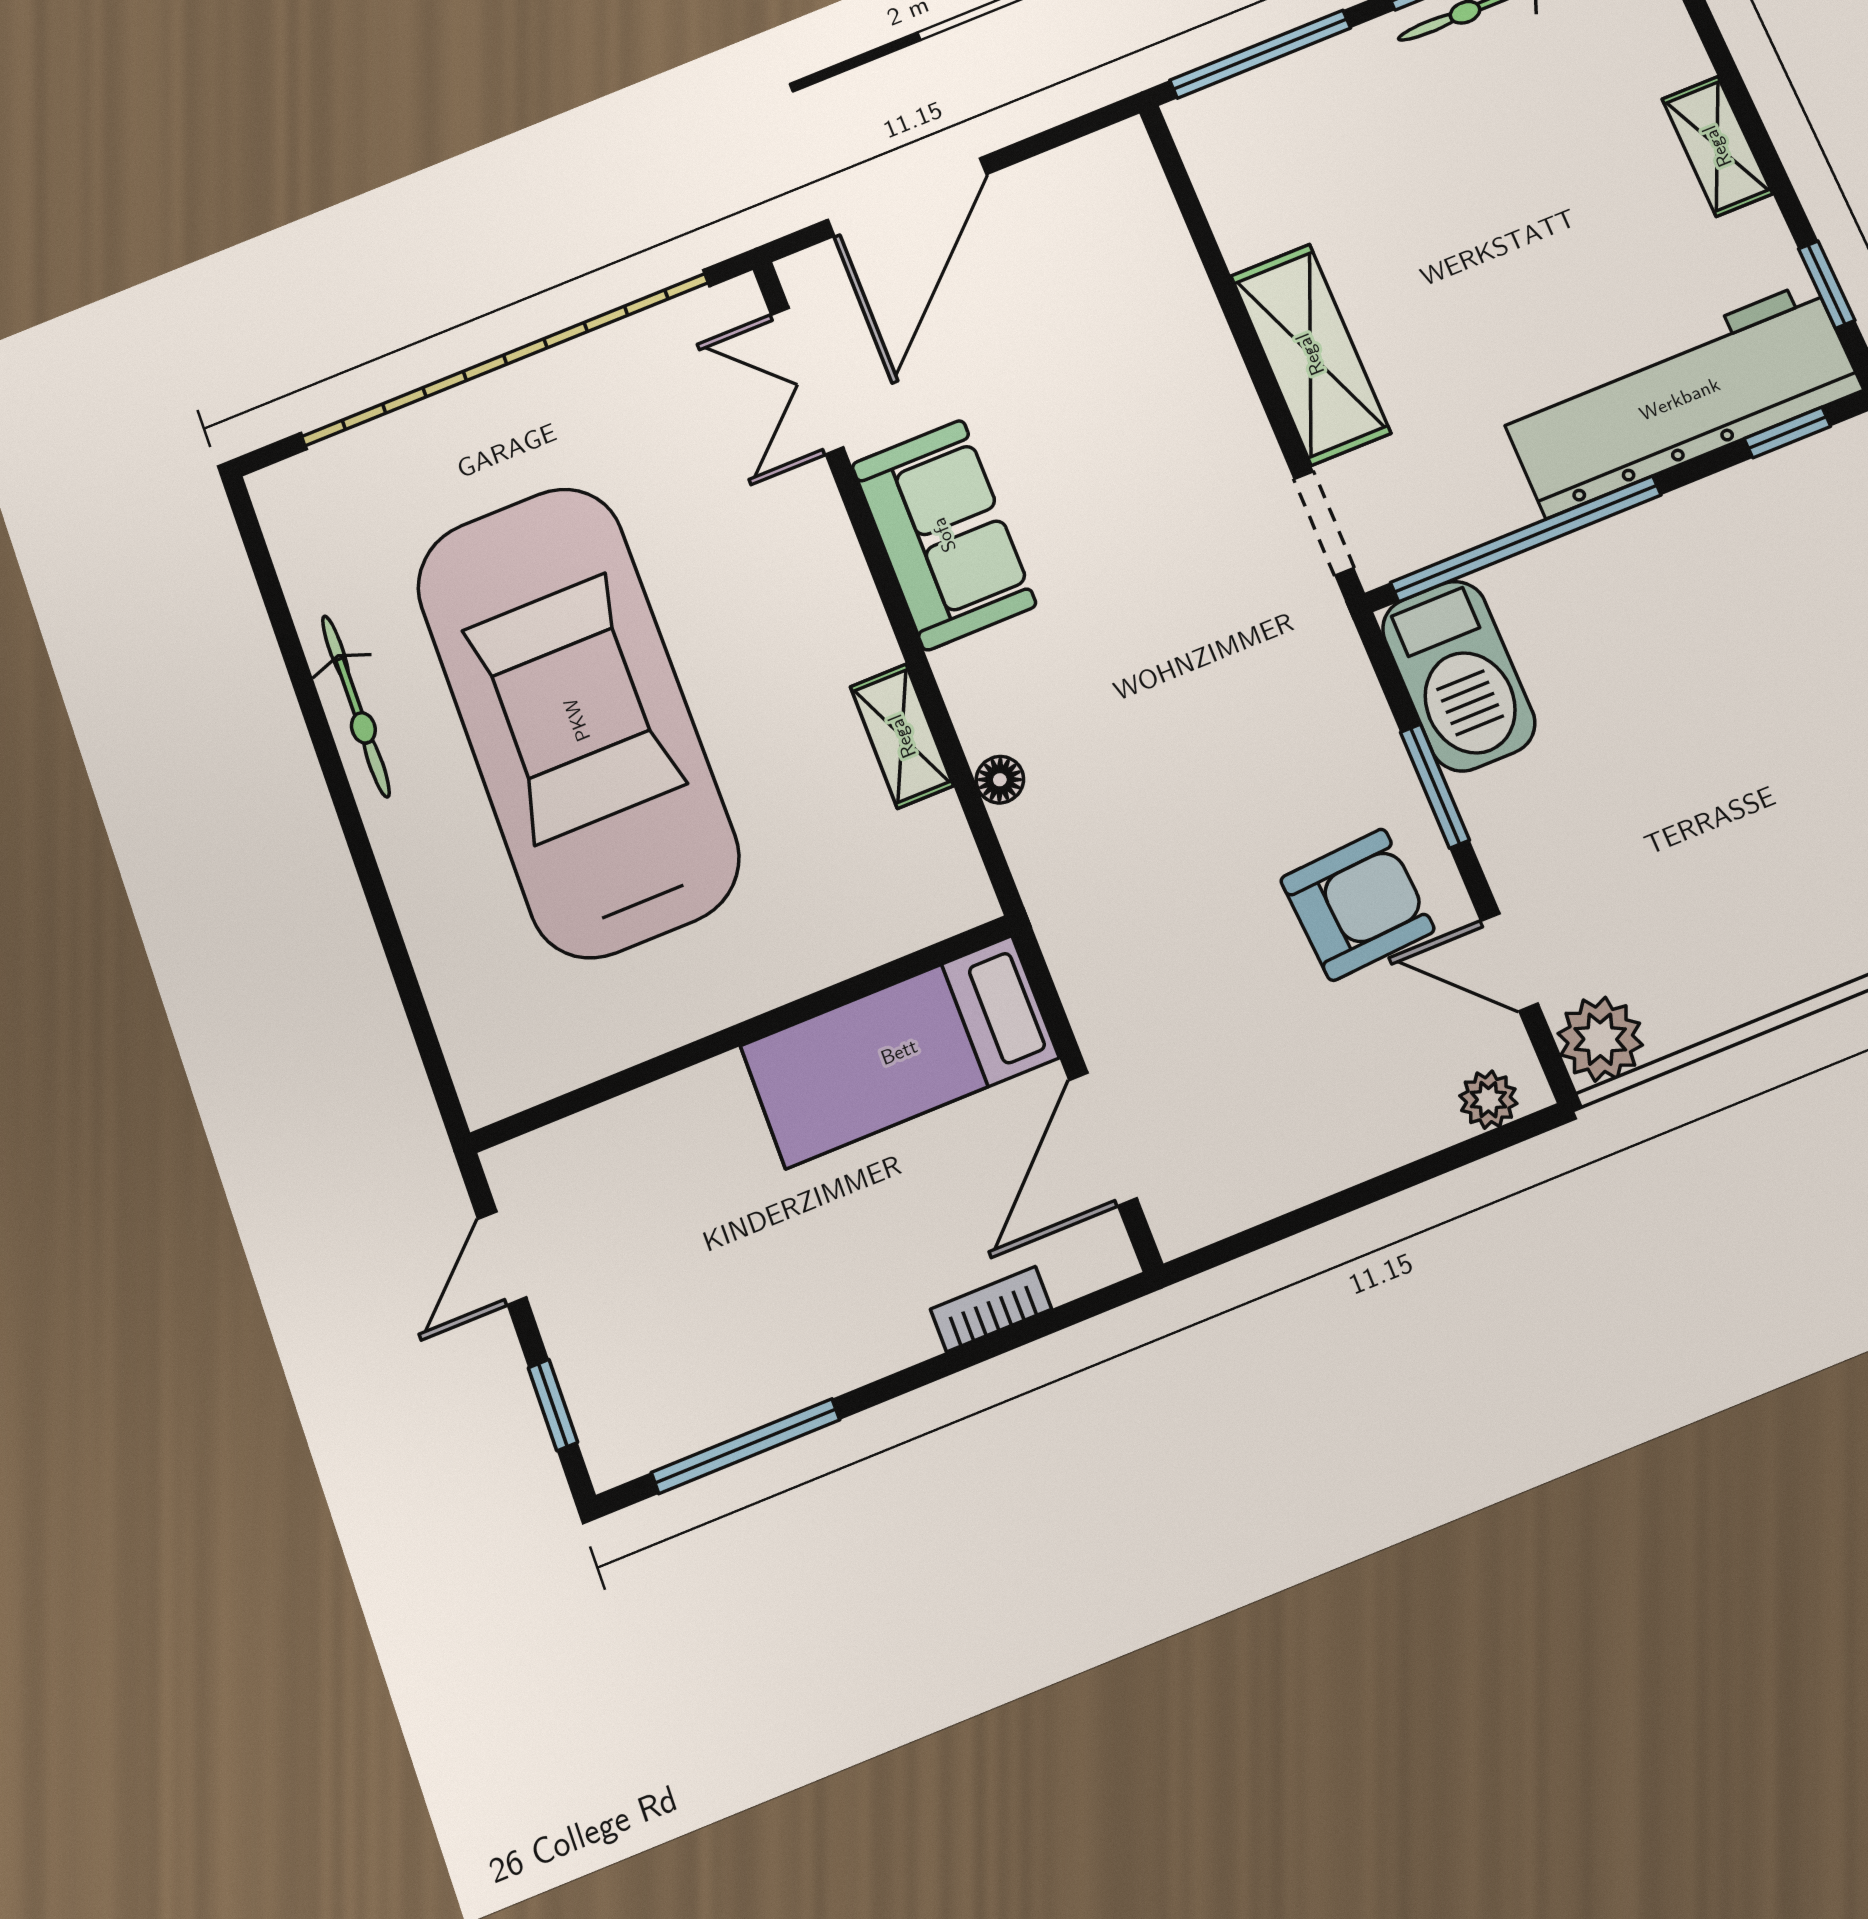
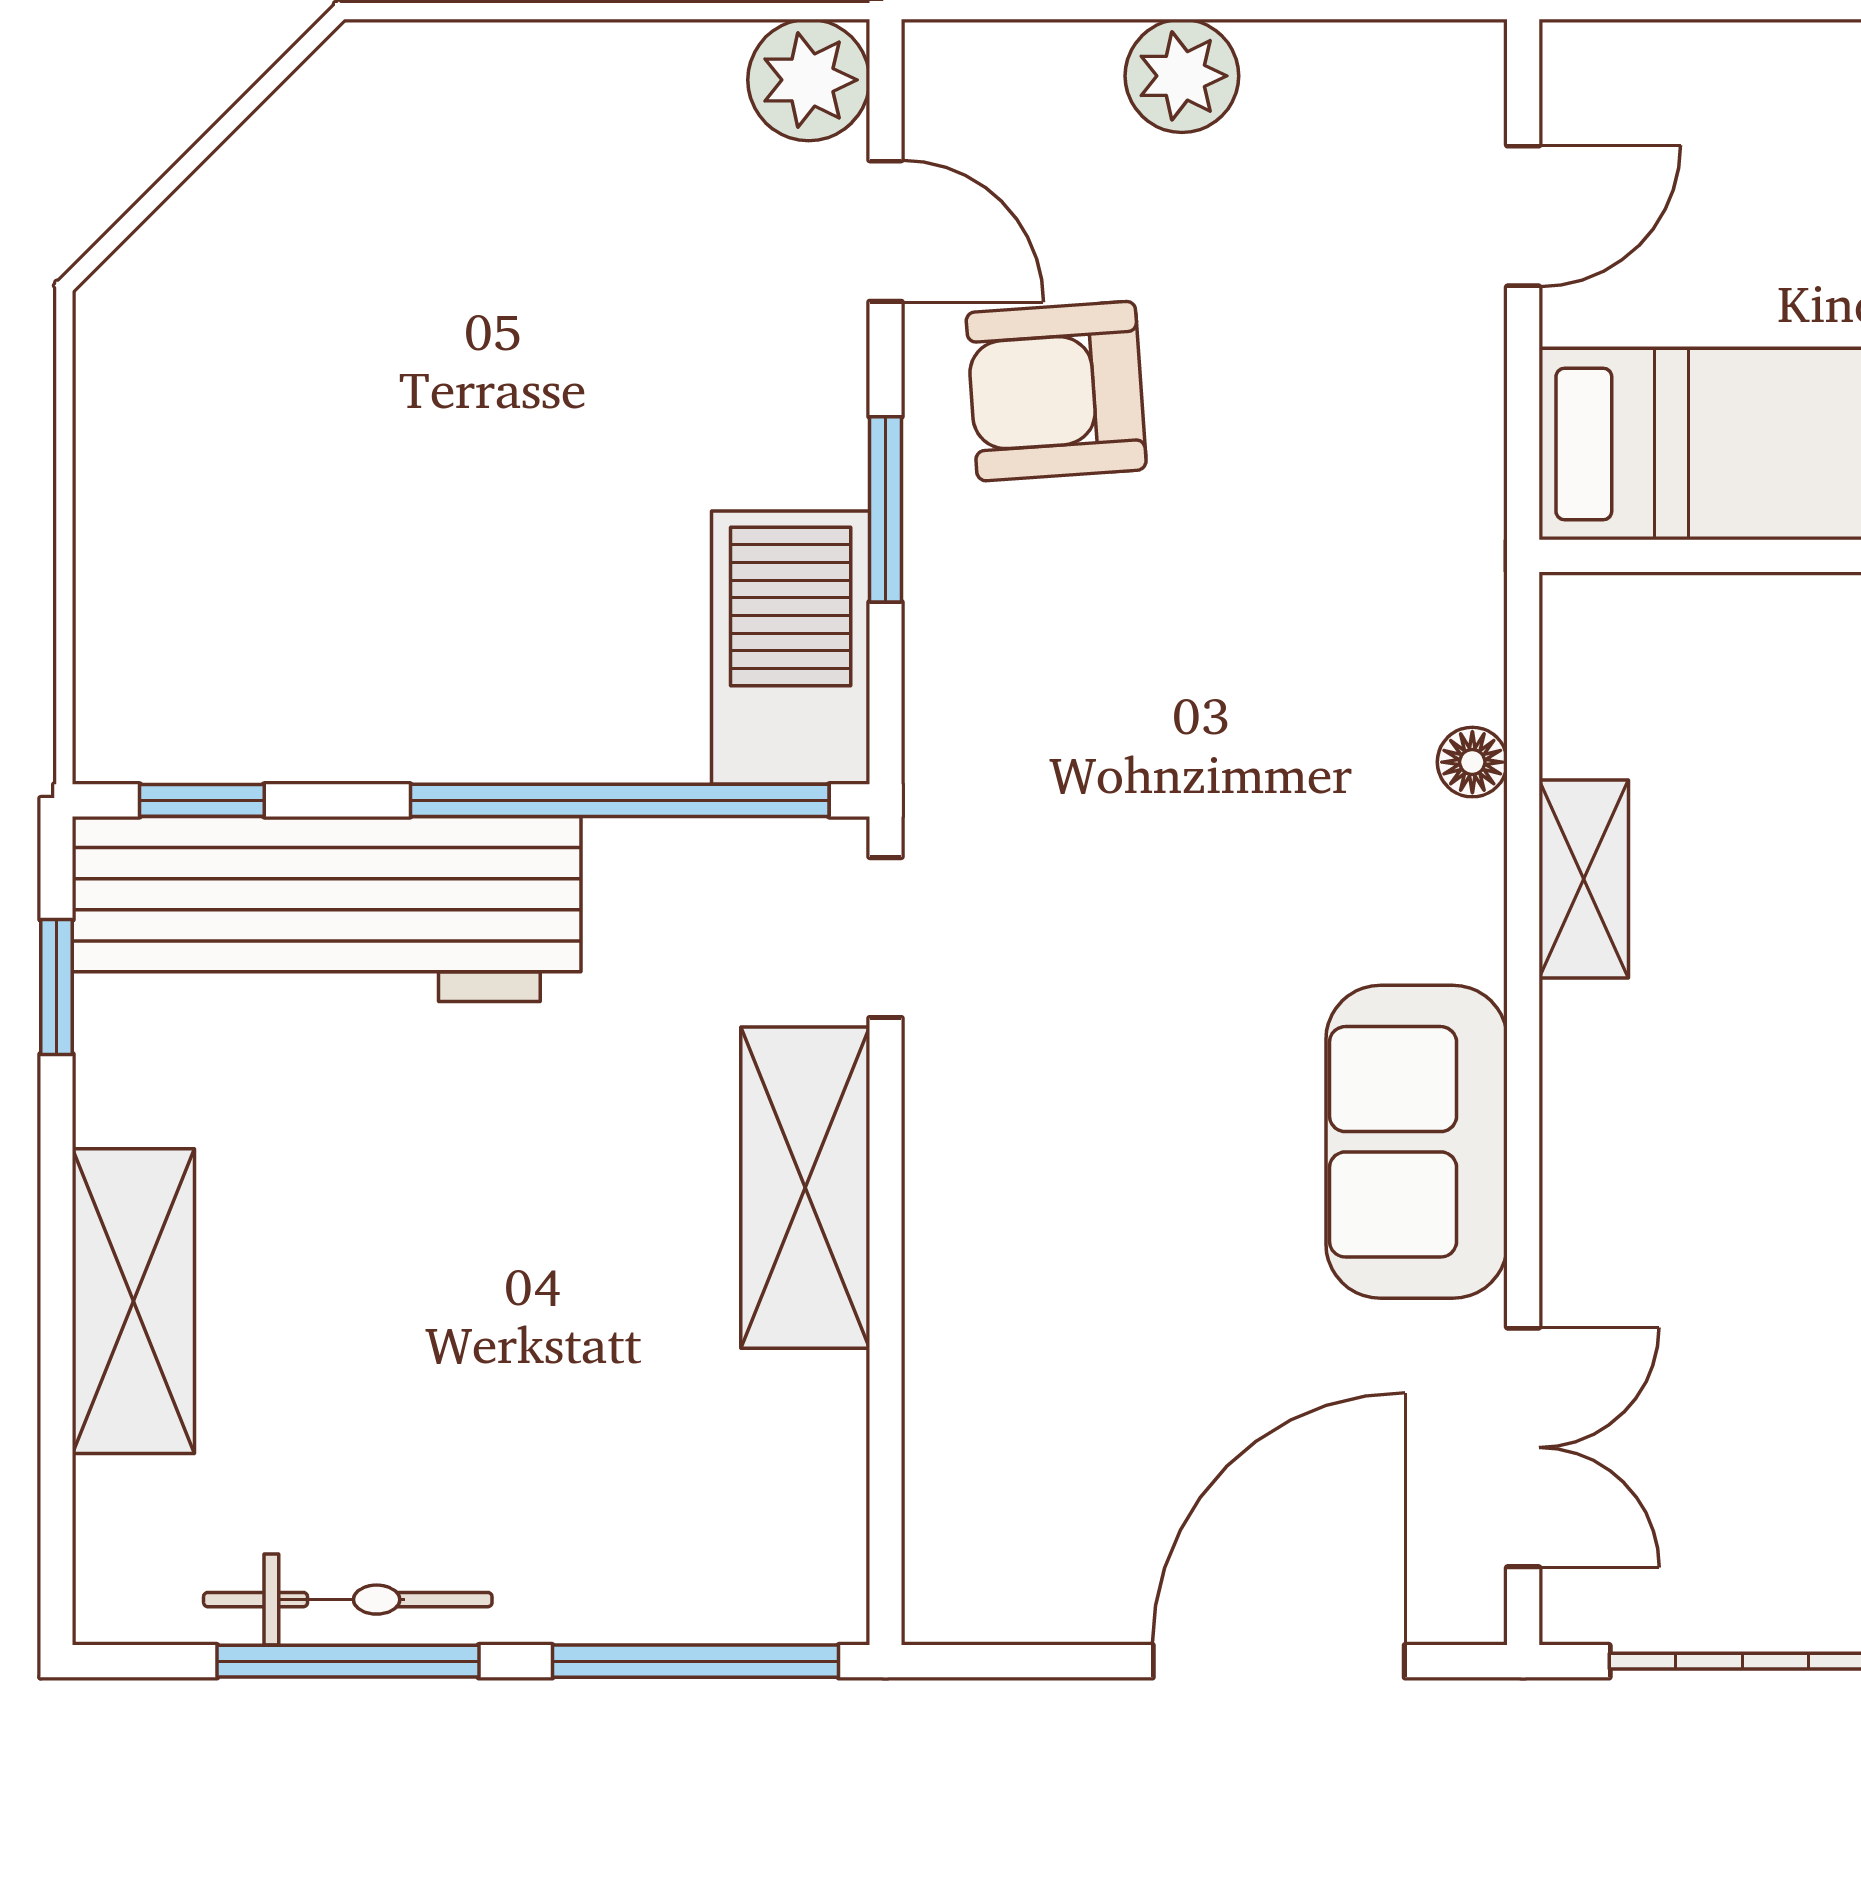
shelving: (1717, 146) -> (133, 1301), width x1.50, depth x1.33
plant: (1488, 1100) -> (1182, 76), moved, width x1.38, depth x1.38
door: (1103, 1139) -> (1523, 216), width x0.73
bookcase: (991, 1309) -> (1760, 51), removed

